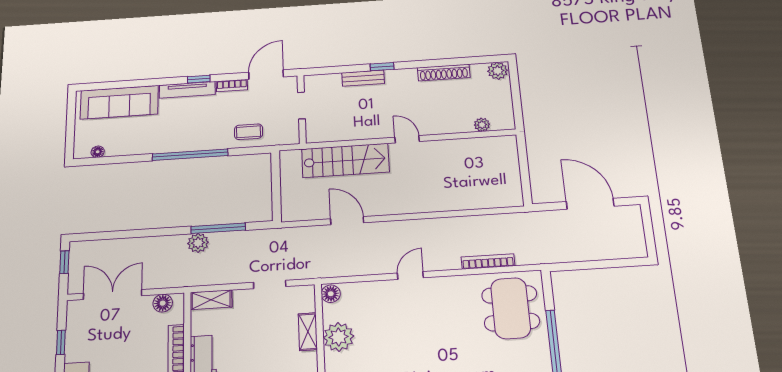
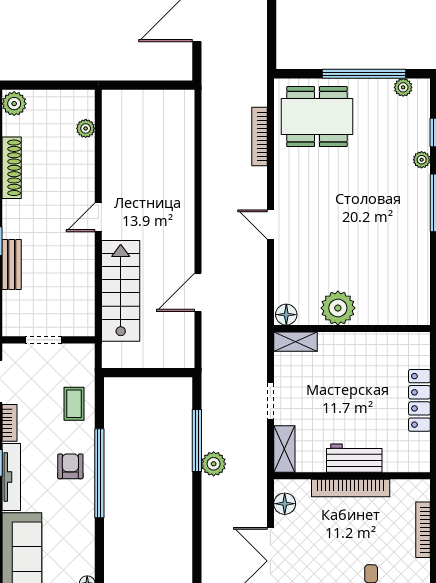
armchair: (196, 133) -> (70, 466), added
doorway: (270, 284) -> (270, 401), moved
shelving: (308, 332) -> (296, 342), moved

